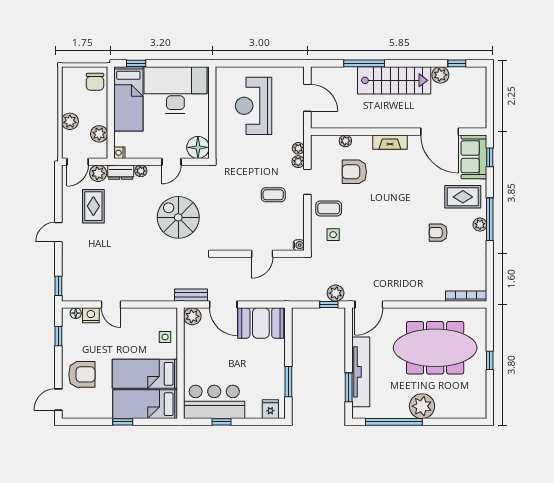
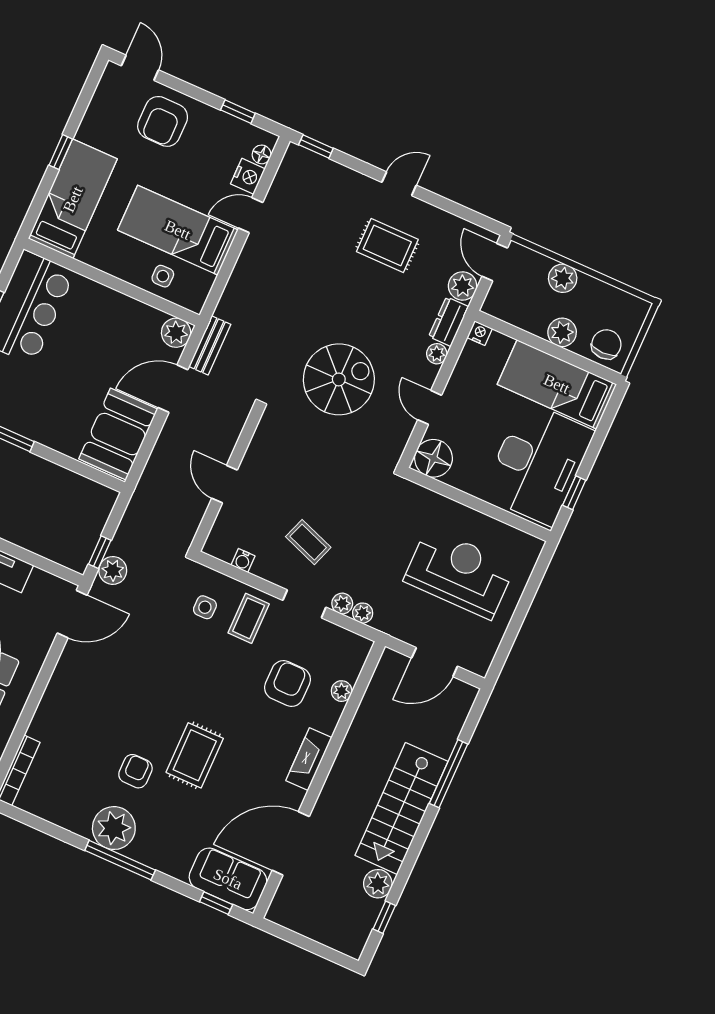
window: (136, 63) -> (574, 493), moved
chair: (95, 82) -> (606, 344), turned 90
plant: (99, 134) -> (562, 332), moved
coffee table: (273, 195) -> (308, 542), turned -70
rug: (463, 197) -> (195, 755), moved
rug: (93, 206) -> (387, 245), moved
plant: (480, 225) -> (114, 828), width x1.88, depth x1.88
door: (58, 232) -> (399, 184), hinge flipped
water cooler: (299, 245) -> (243, 560), moved
door: (369, 304) -> (72, 614), swing flipped
bed: (145, 374) -> (178, 230), moved, turned -90

